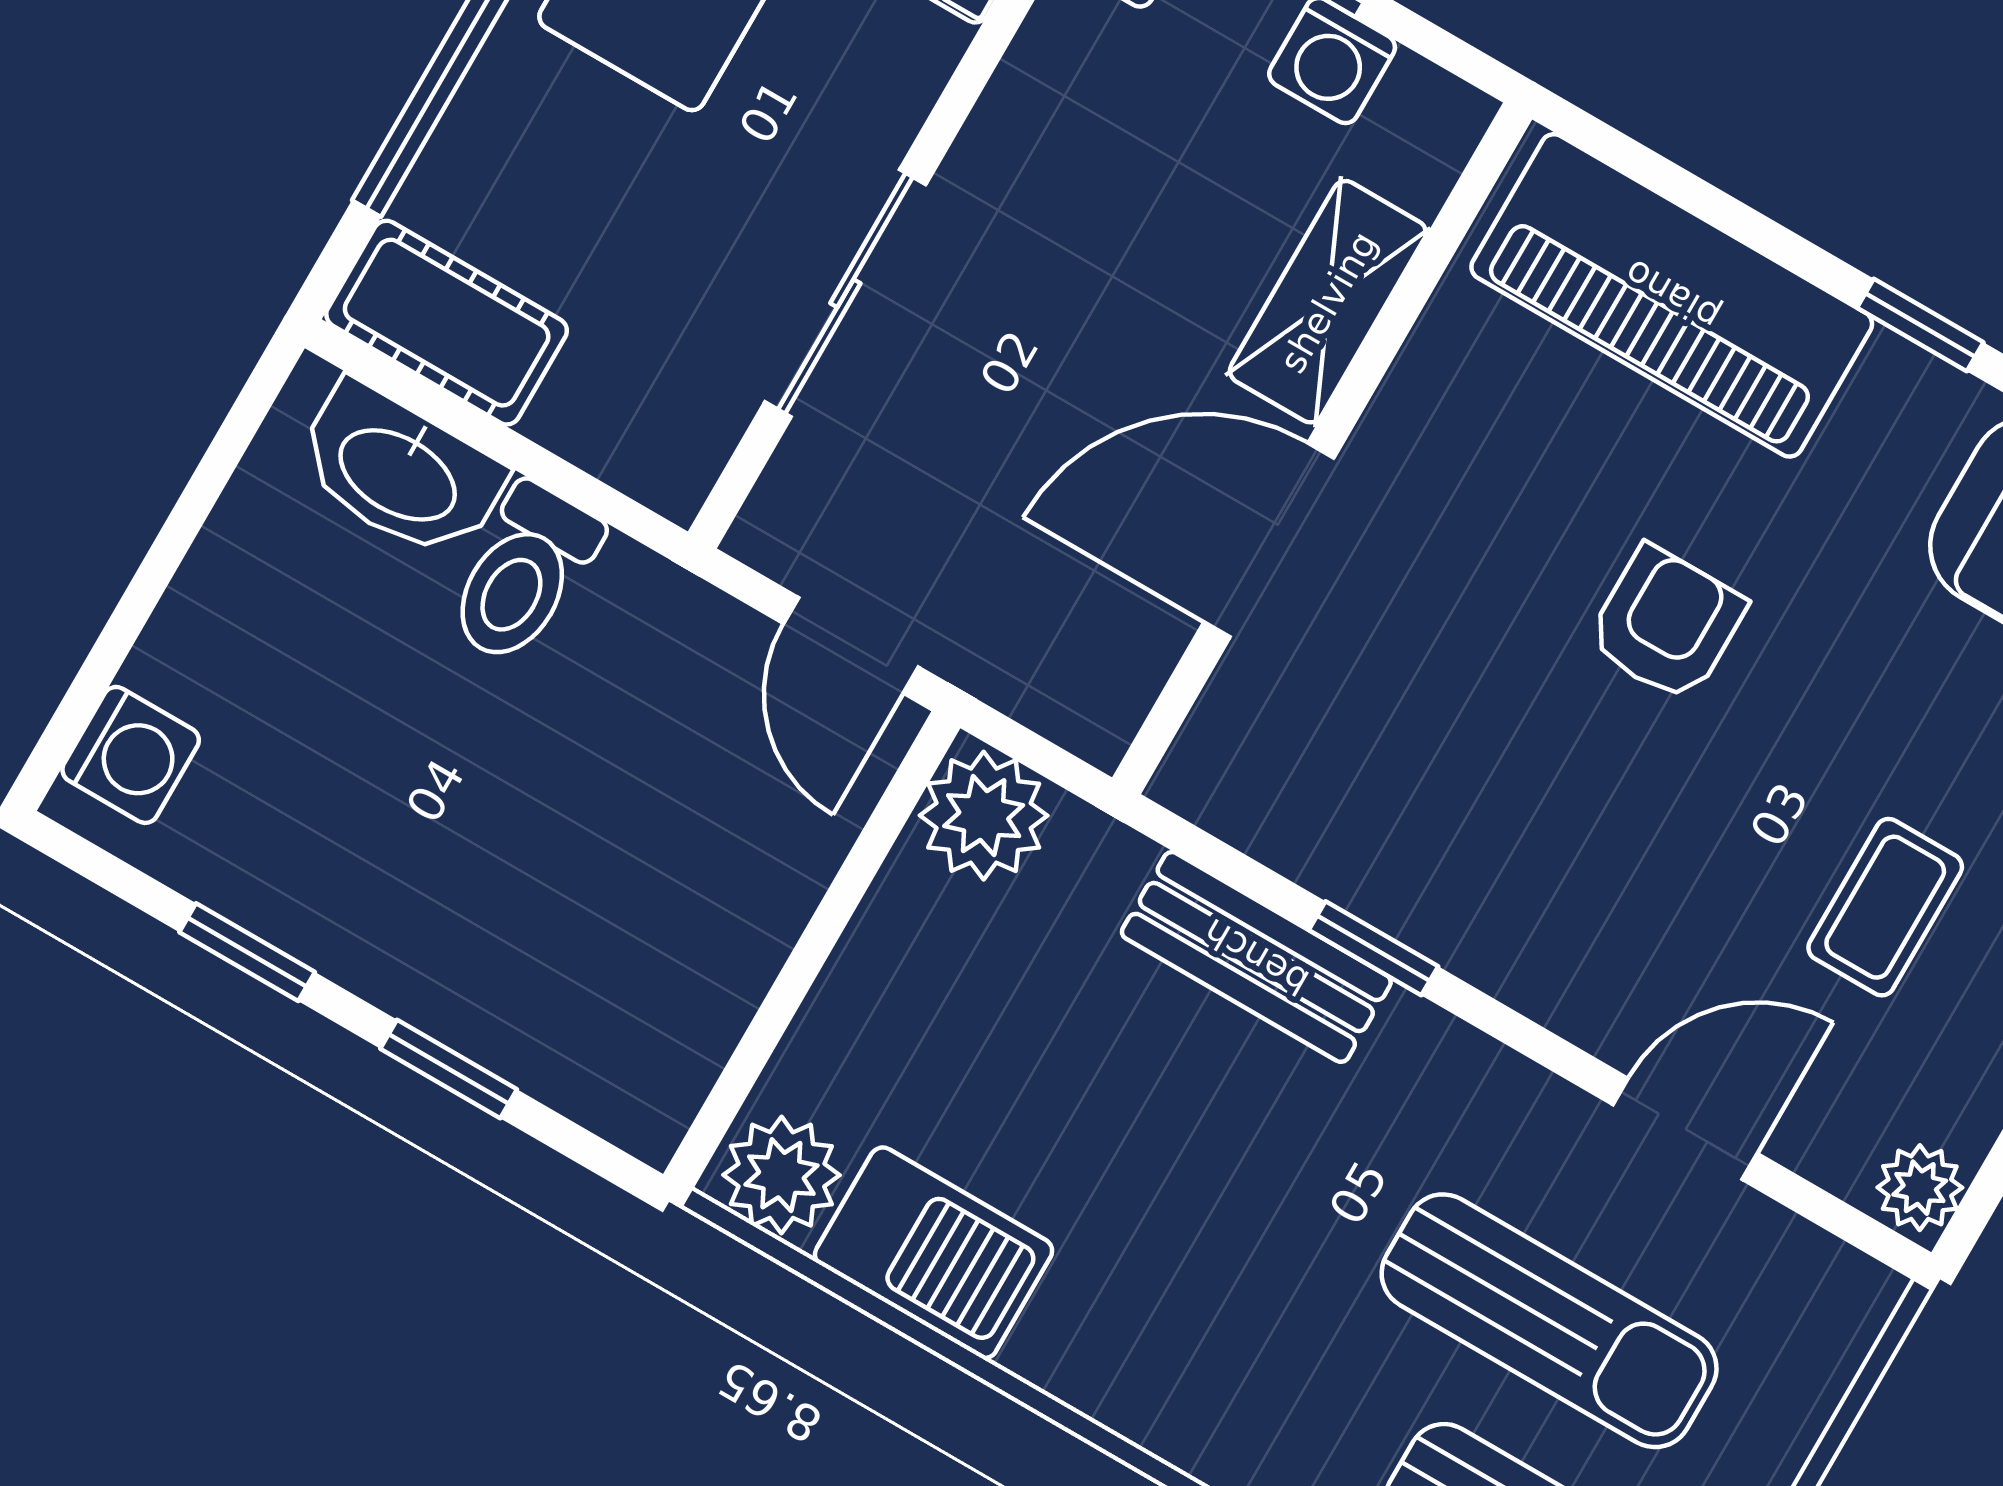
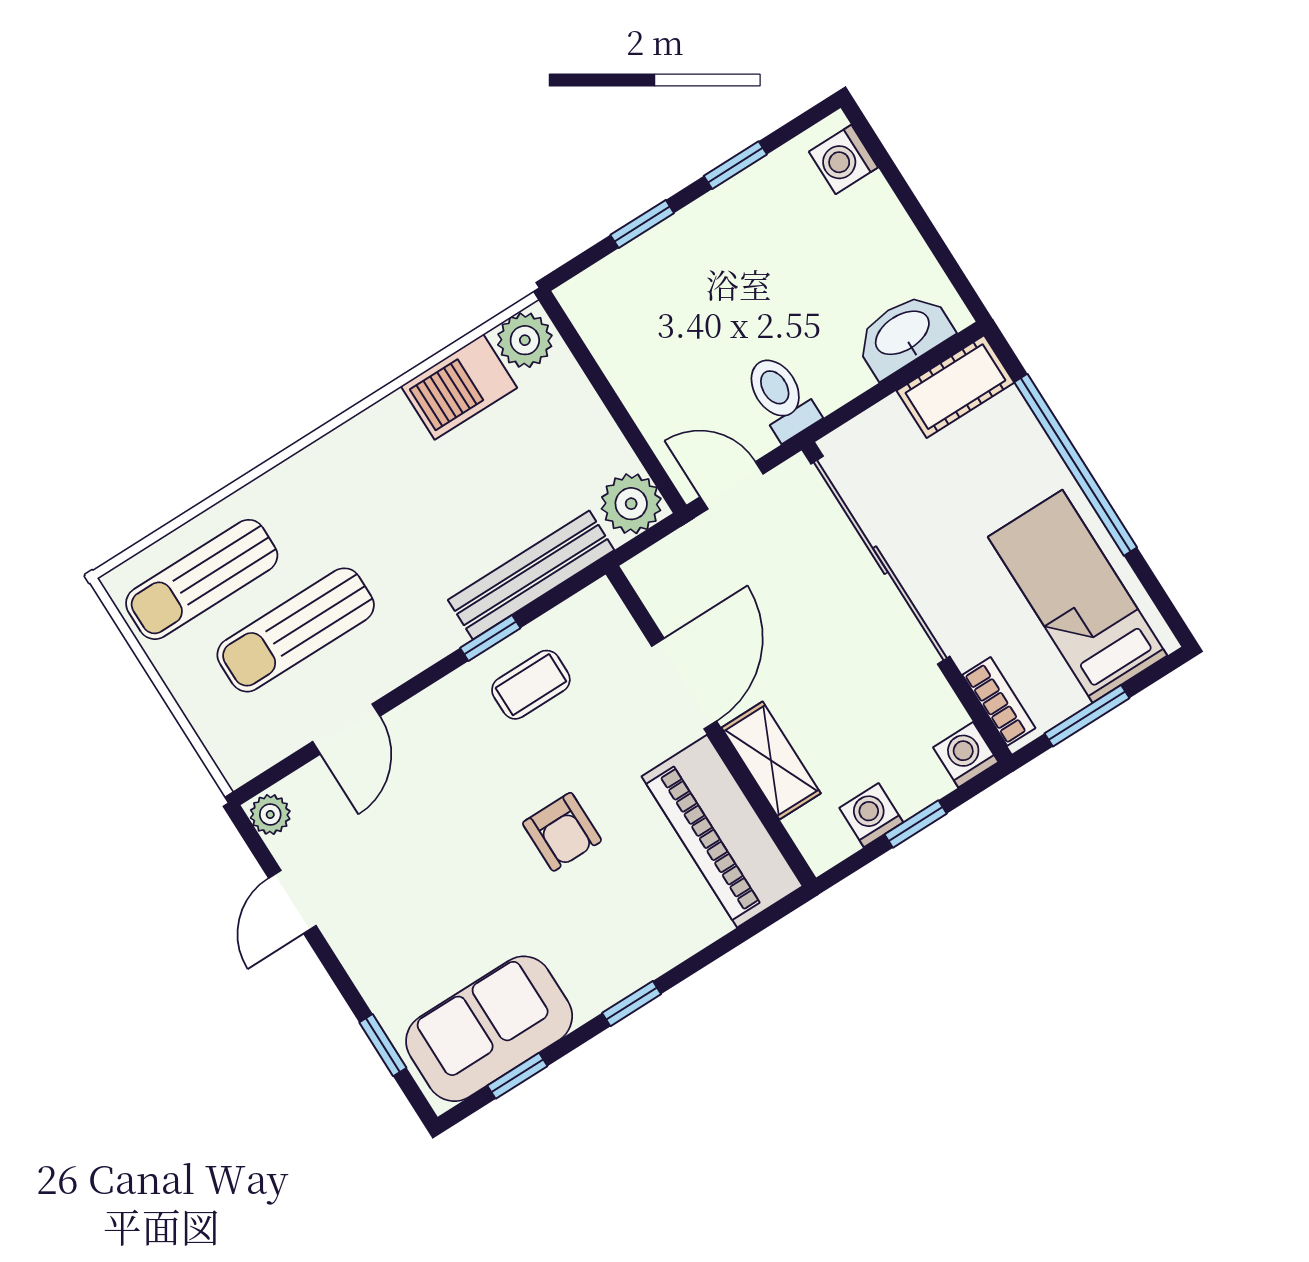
sliding door: (845, 293) -> (880, 560), width x1.86
piano: (1672, 295) -> (722, 831), moved, turned -90
toilet: (523, 574) -> (781, 397), moved
coffee table: (1885, 907) -> (531, 685), moved, turned 90
bench: (1256, 957) -> (531, 575), width x1.36

